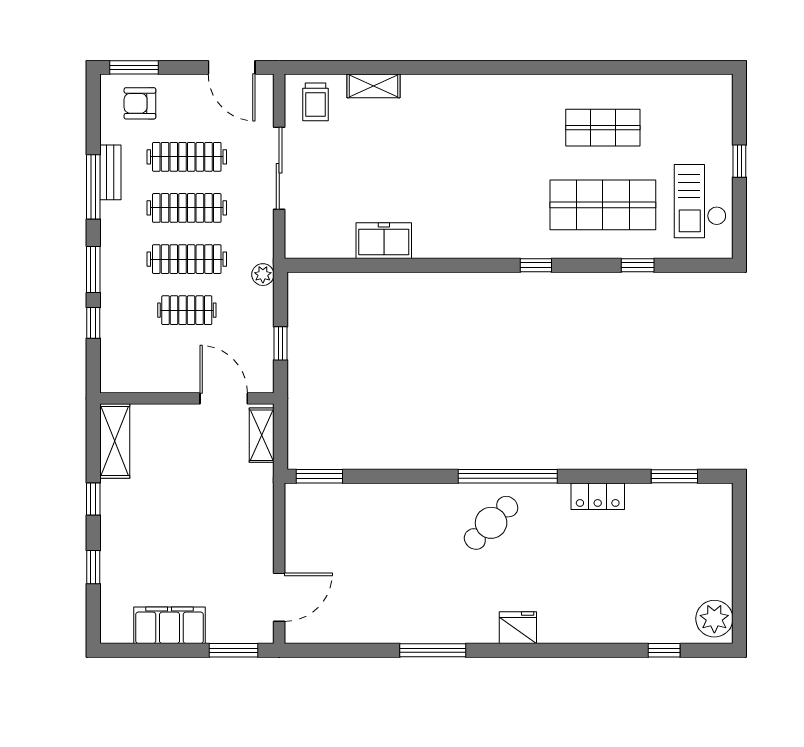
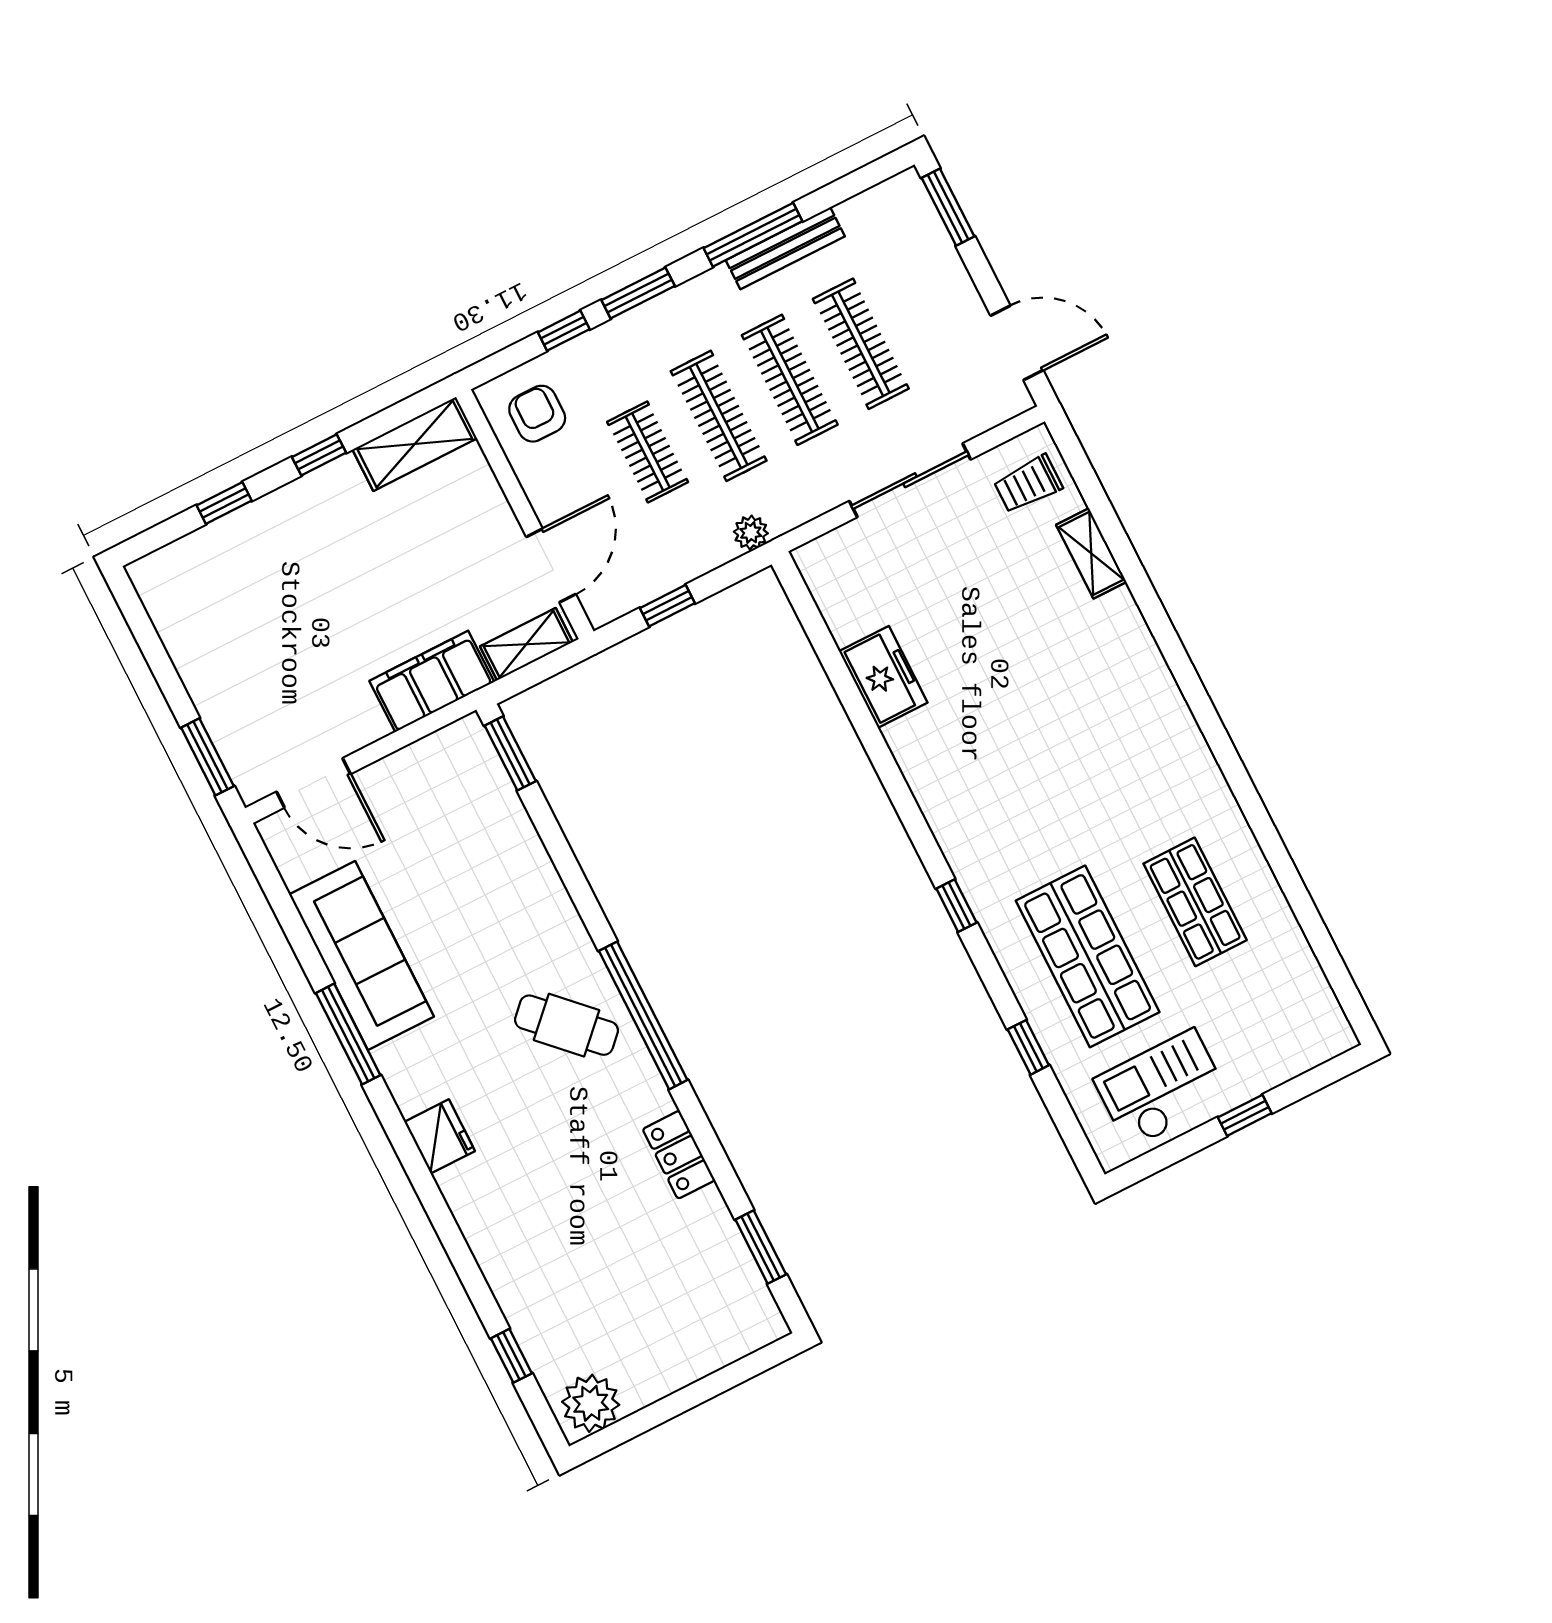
door: (232, 67) -> (1017, 343), swing flipped
armchair: (140, 103) -> (537, 414), moved
bench: (110, 172) -> (785, 248), width x1.36
sofa: (392, 620) -> (361, 956), added
filing cabinet: (169, 625) -> (432, 681), moved, turned -90

